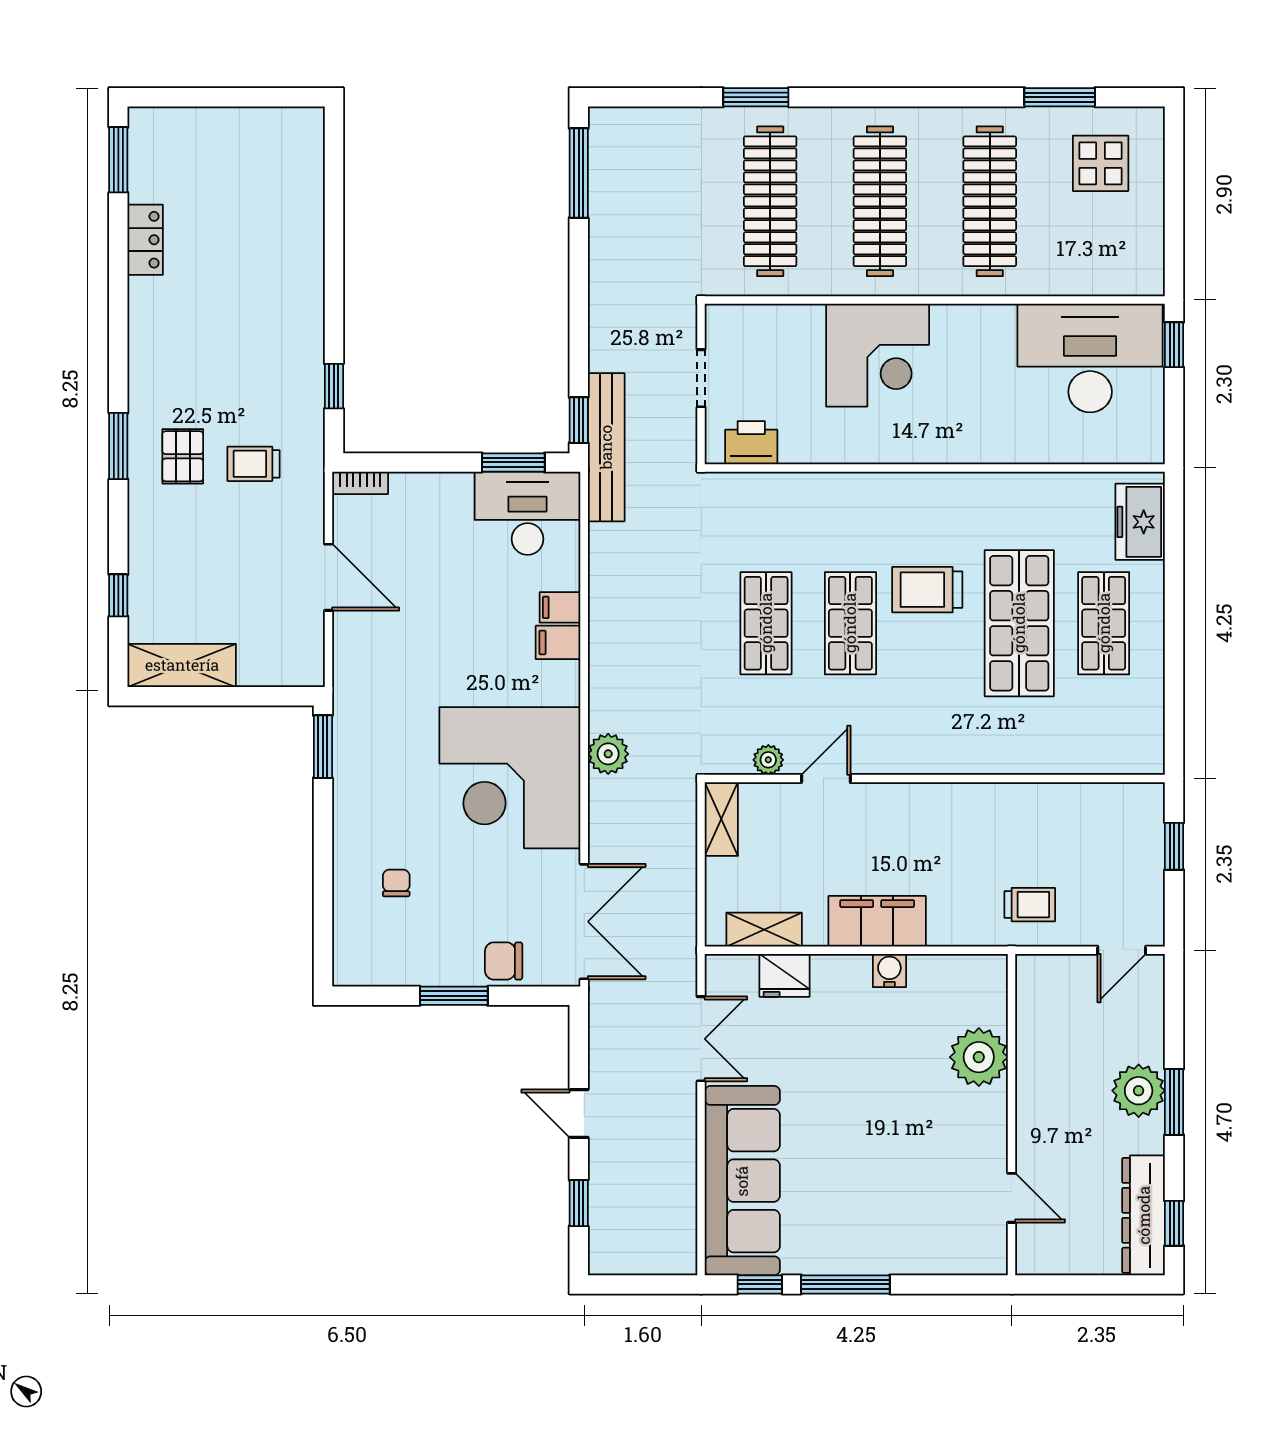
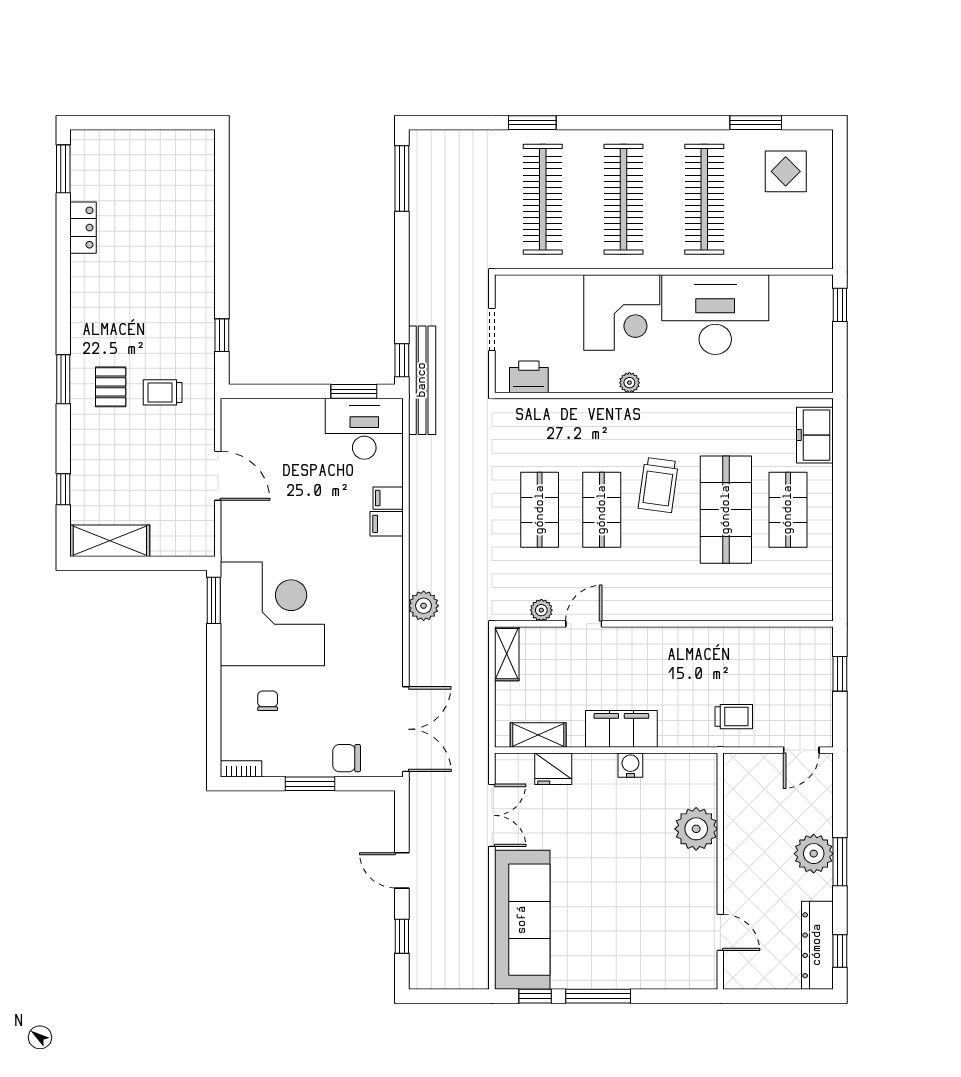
desk: (1090, 358) -> (715, 315), moved
plant: (888, 451) -> (629, 383), added
bookcase: (360, 483) -> (241, 769), moved, turned 180
trolley: (927, 590) -> (658, 485), turned -82
corner desk: (510, 778) -> (272, 614), moved, turned 180

